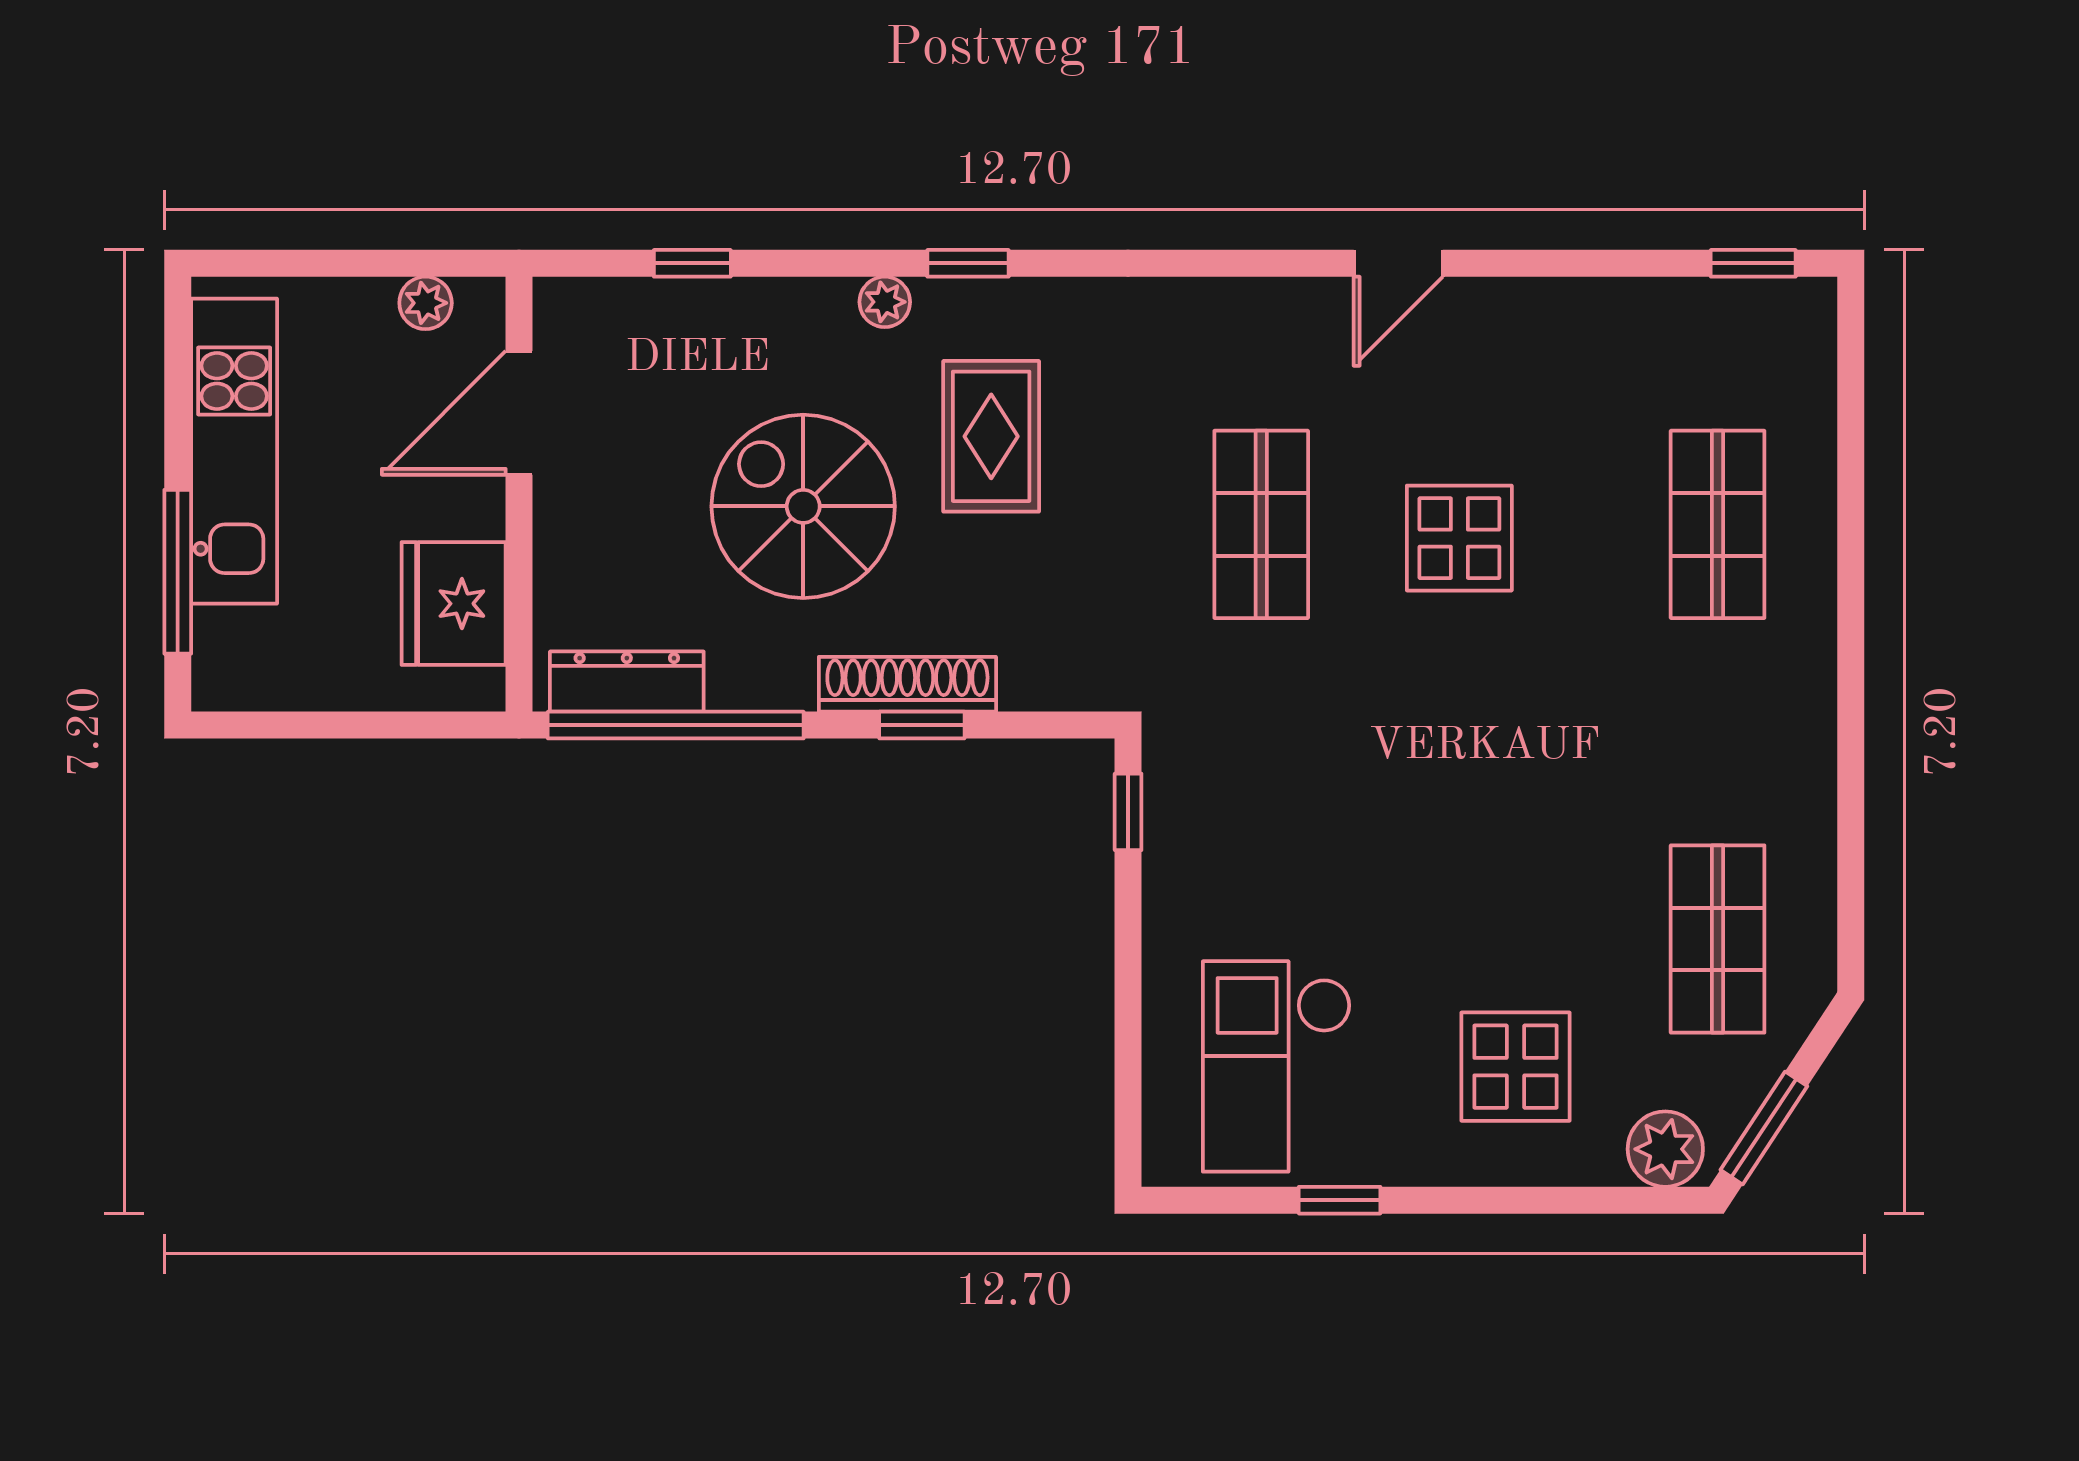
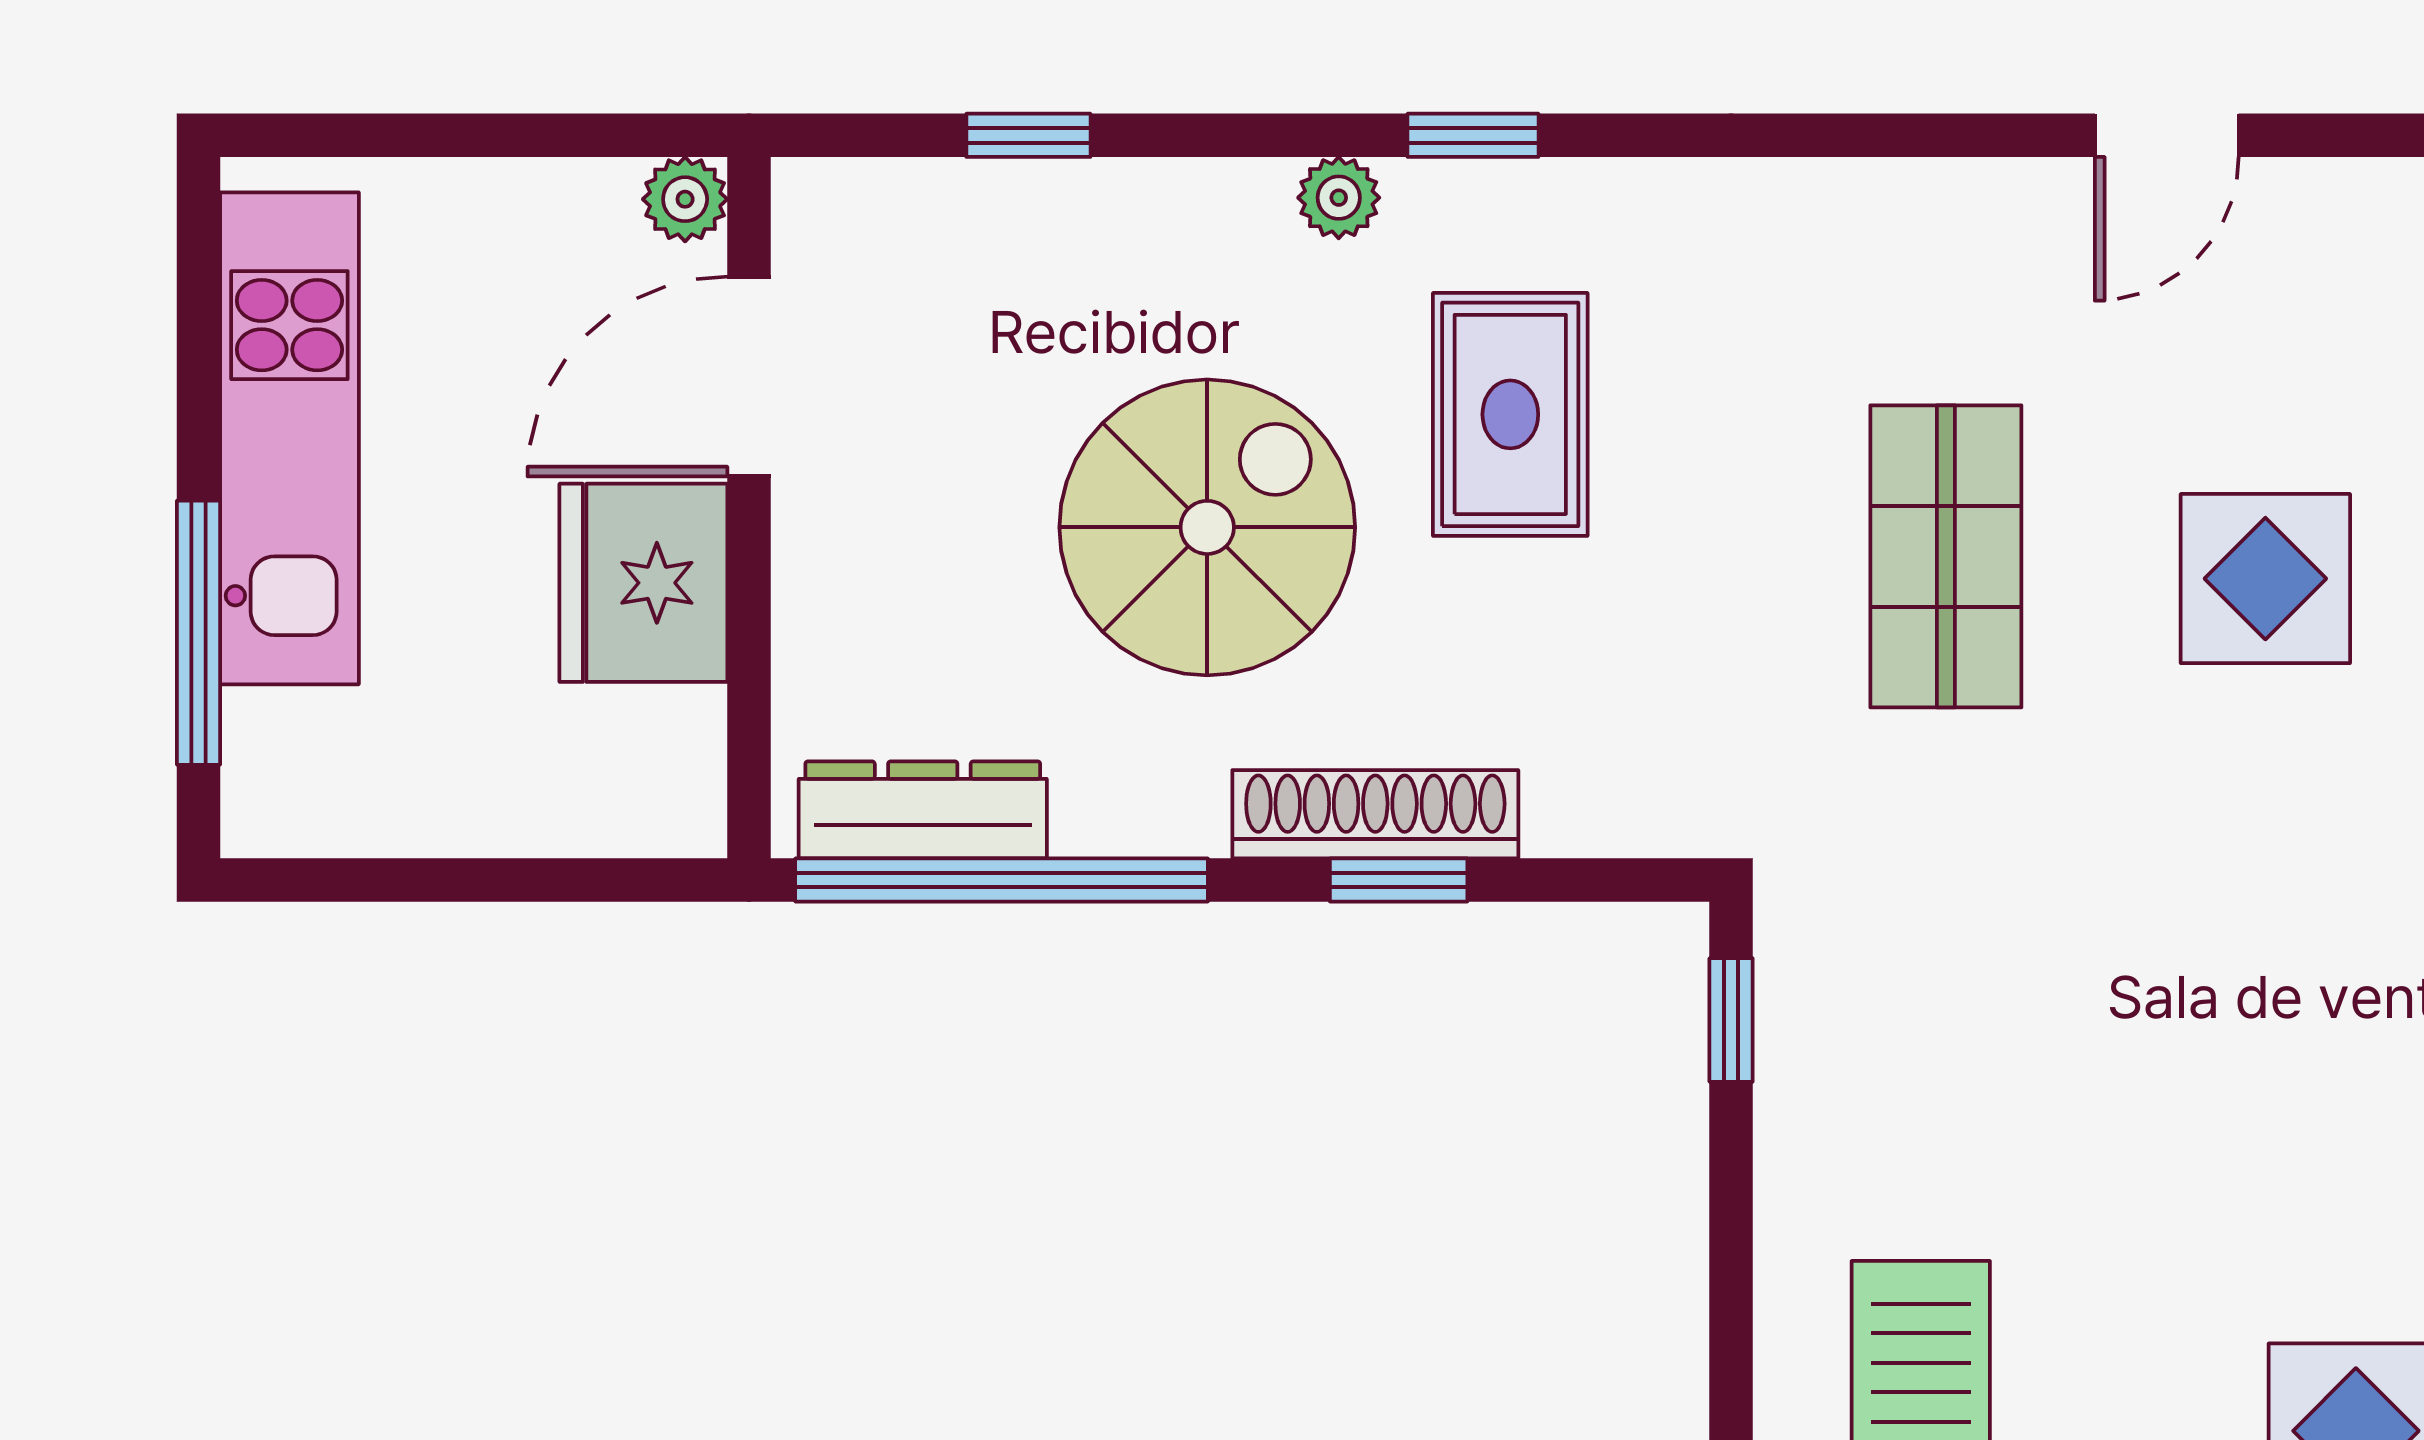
plant: (426, 303) -> (685, 199), moved
spiral stairs: (803, 506) -> (1207, 527), turned 90
fridge: (454, 604) -> (643, 583), moved

